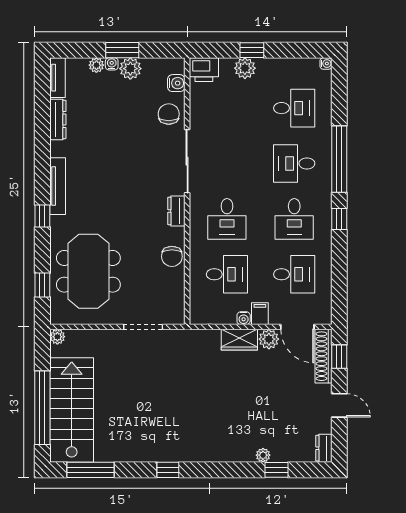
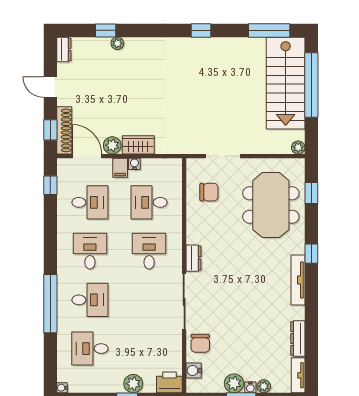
window: (339, 219) -> (50, 185), moved
chair: (172, 256) -> (209, 192), moved, turned 90
desk: (294, 274) -> (90, 202), turned 180

